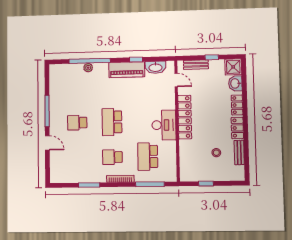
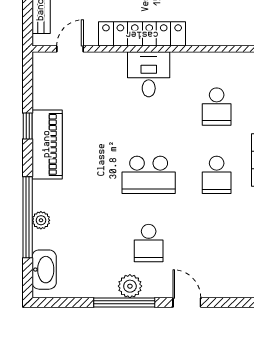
washbasin: (155, 67) -> (44, 270), moved
plant: (55, 114) -> (130, 286), added
desk: (164, 125) -> (149, 74), width x0.73
door: (47, 143) -> (187, 302), hinge flipped
school desk: (148, 157) -> (217, 107), width x0.54

